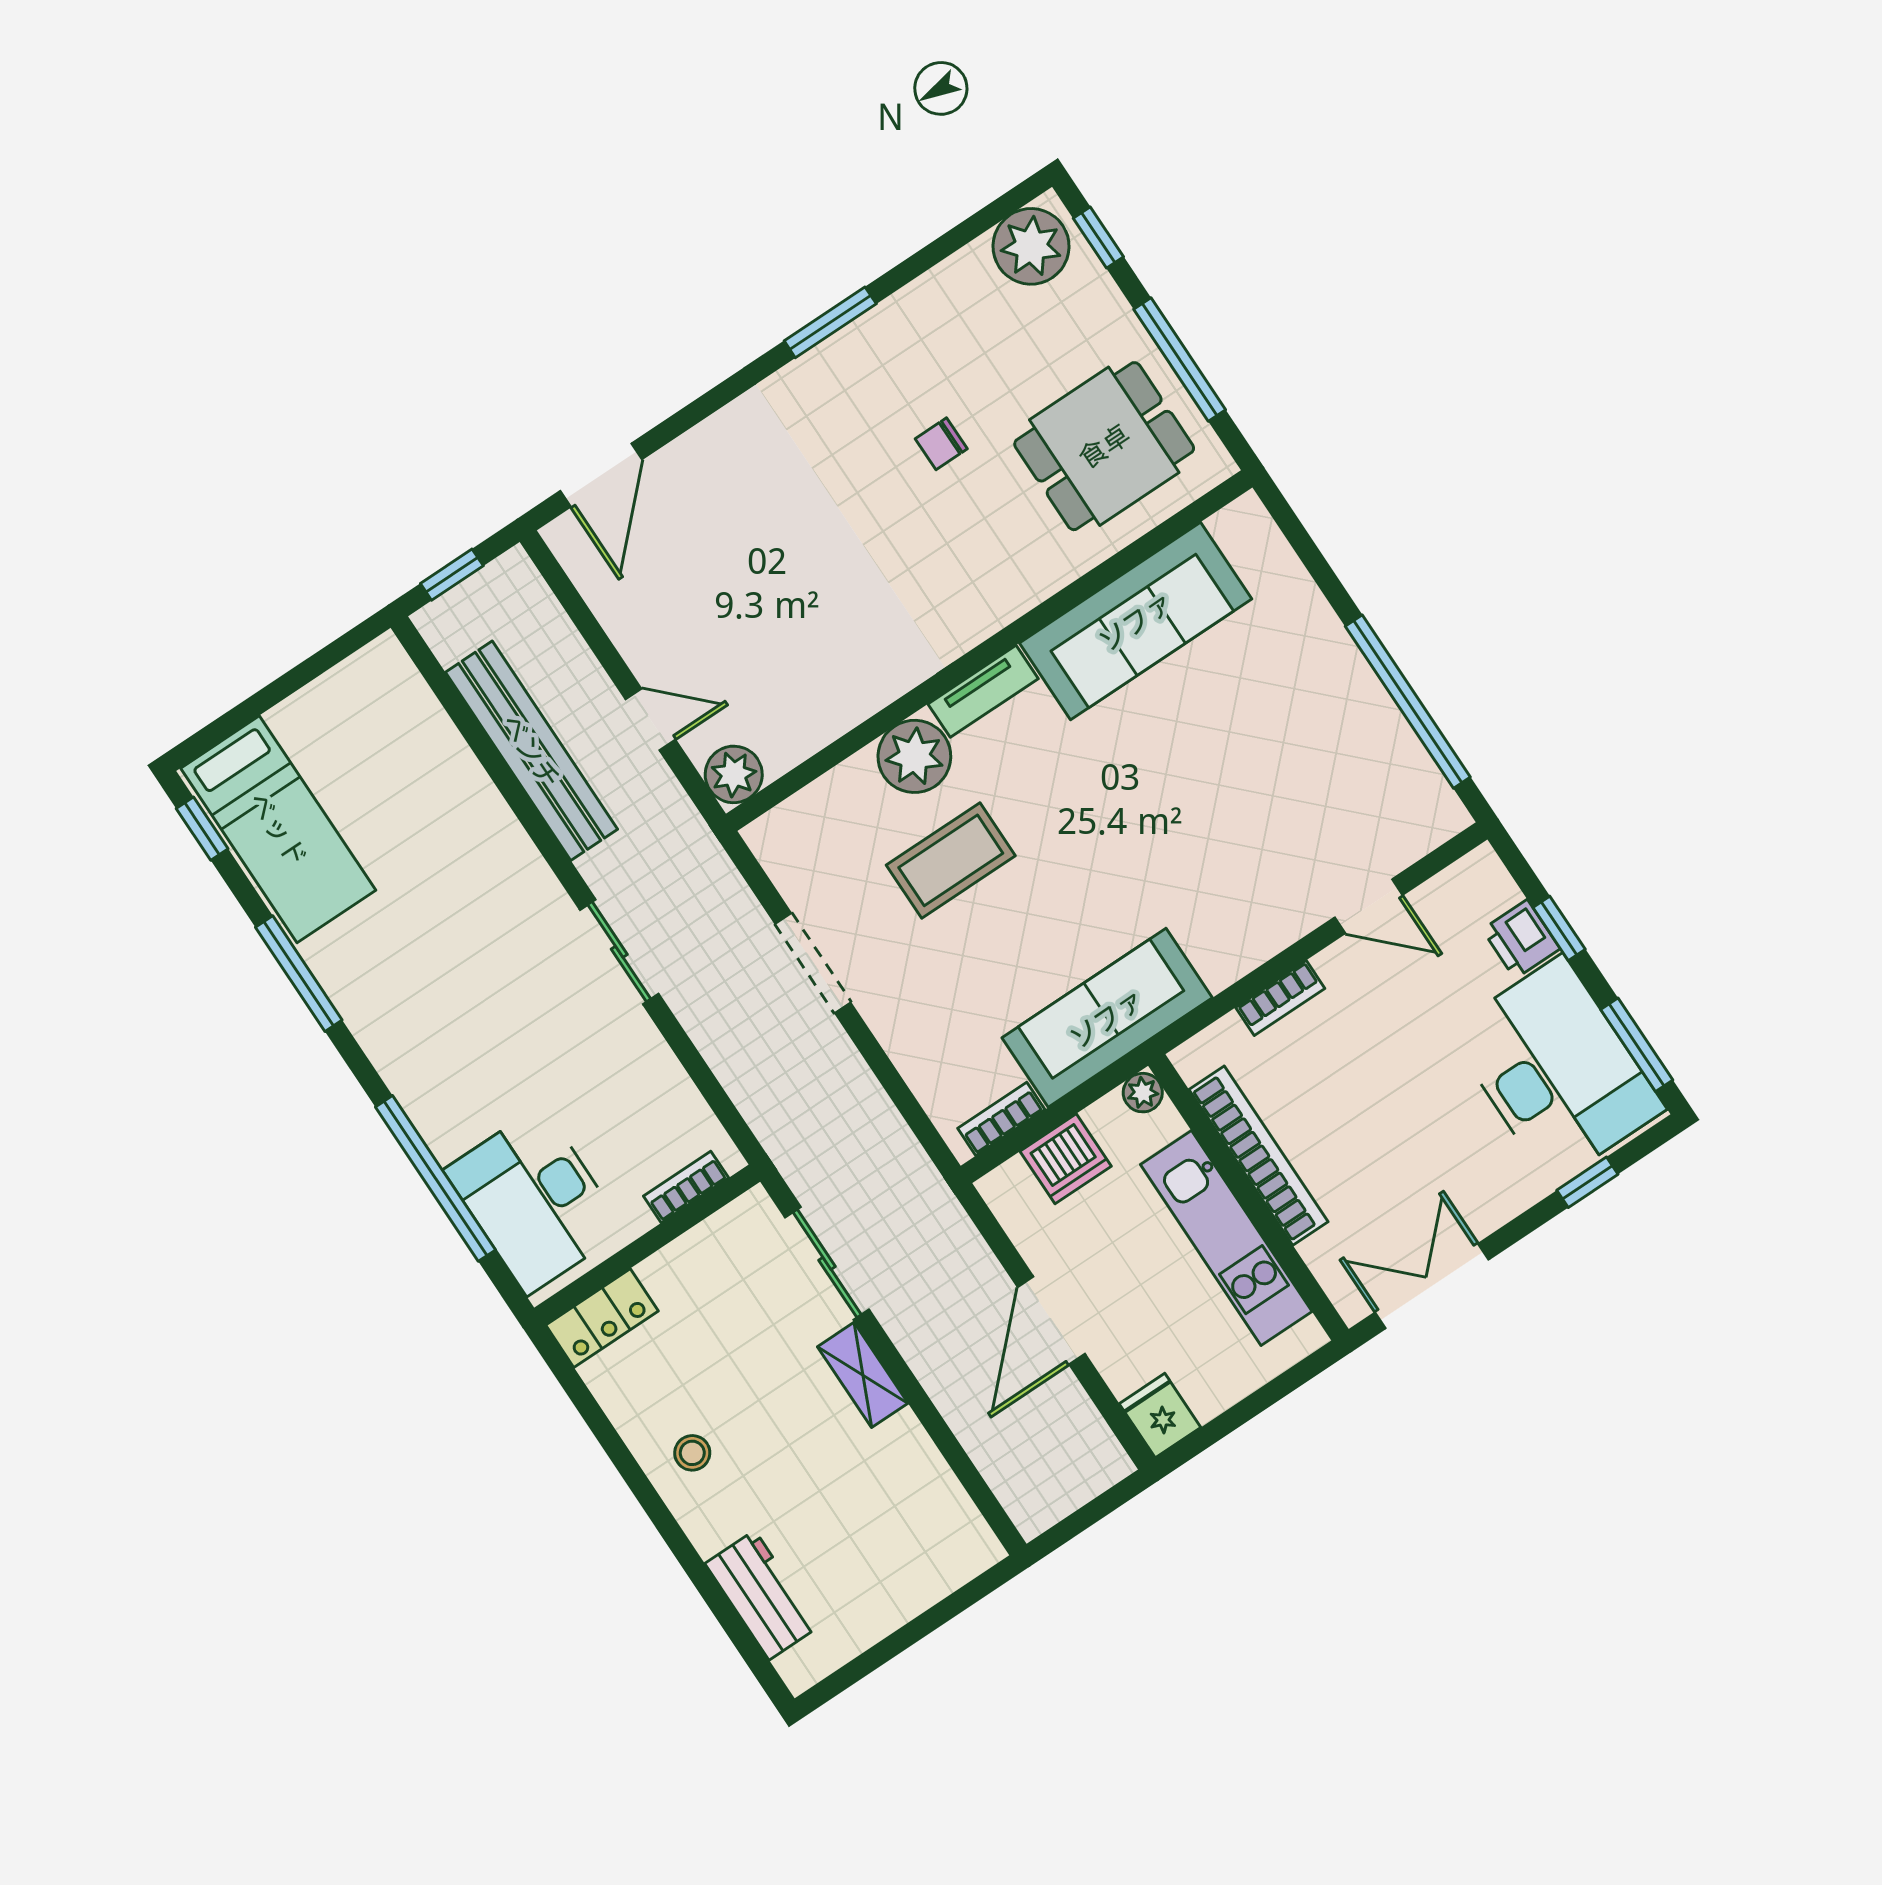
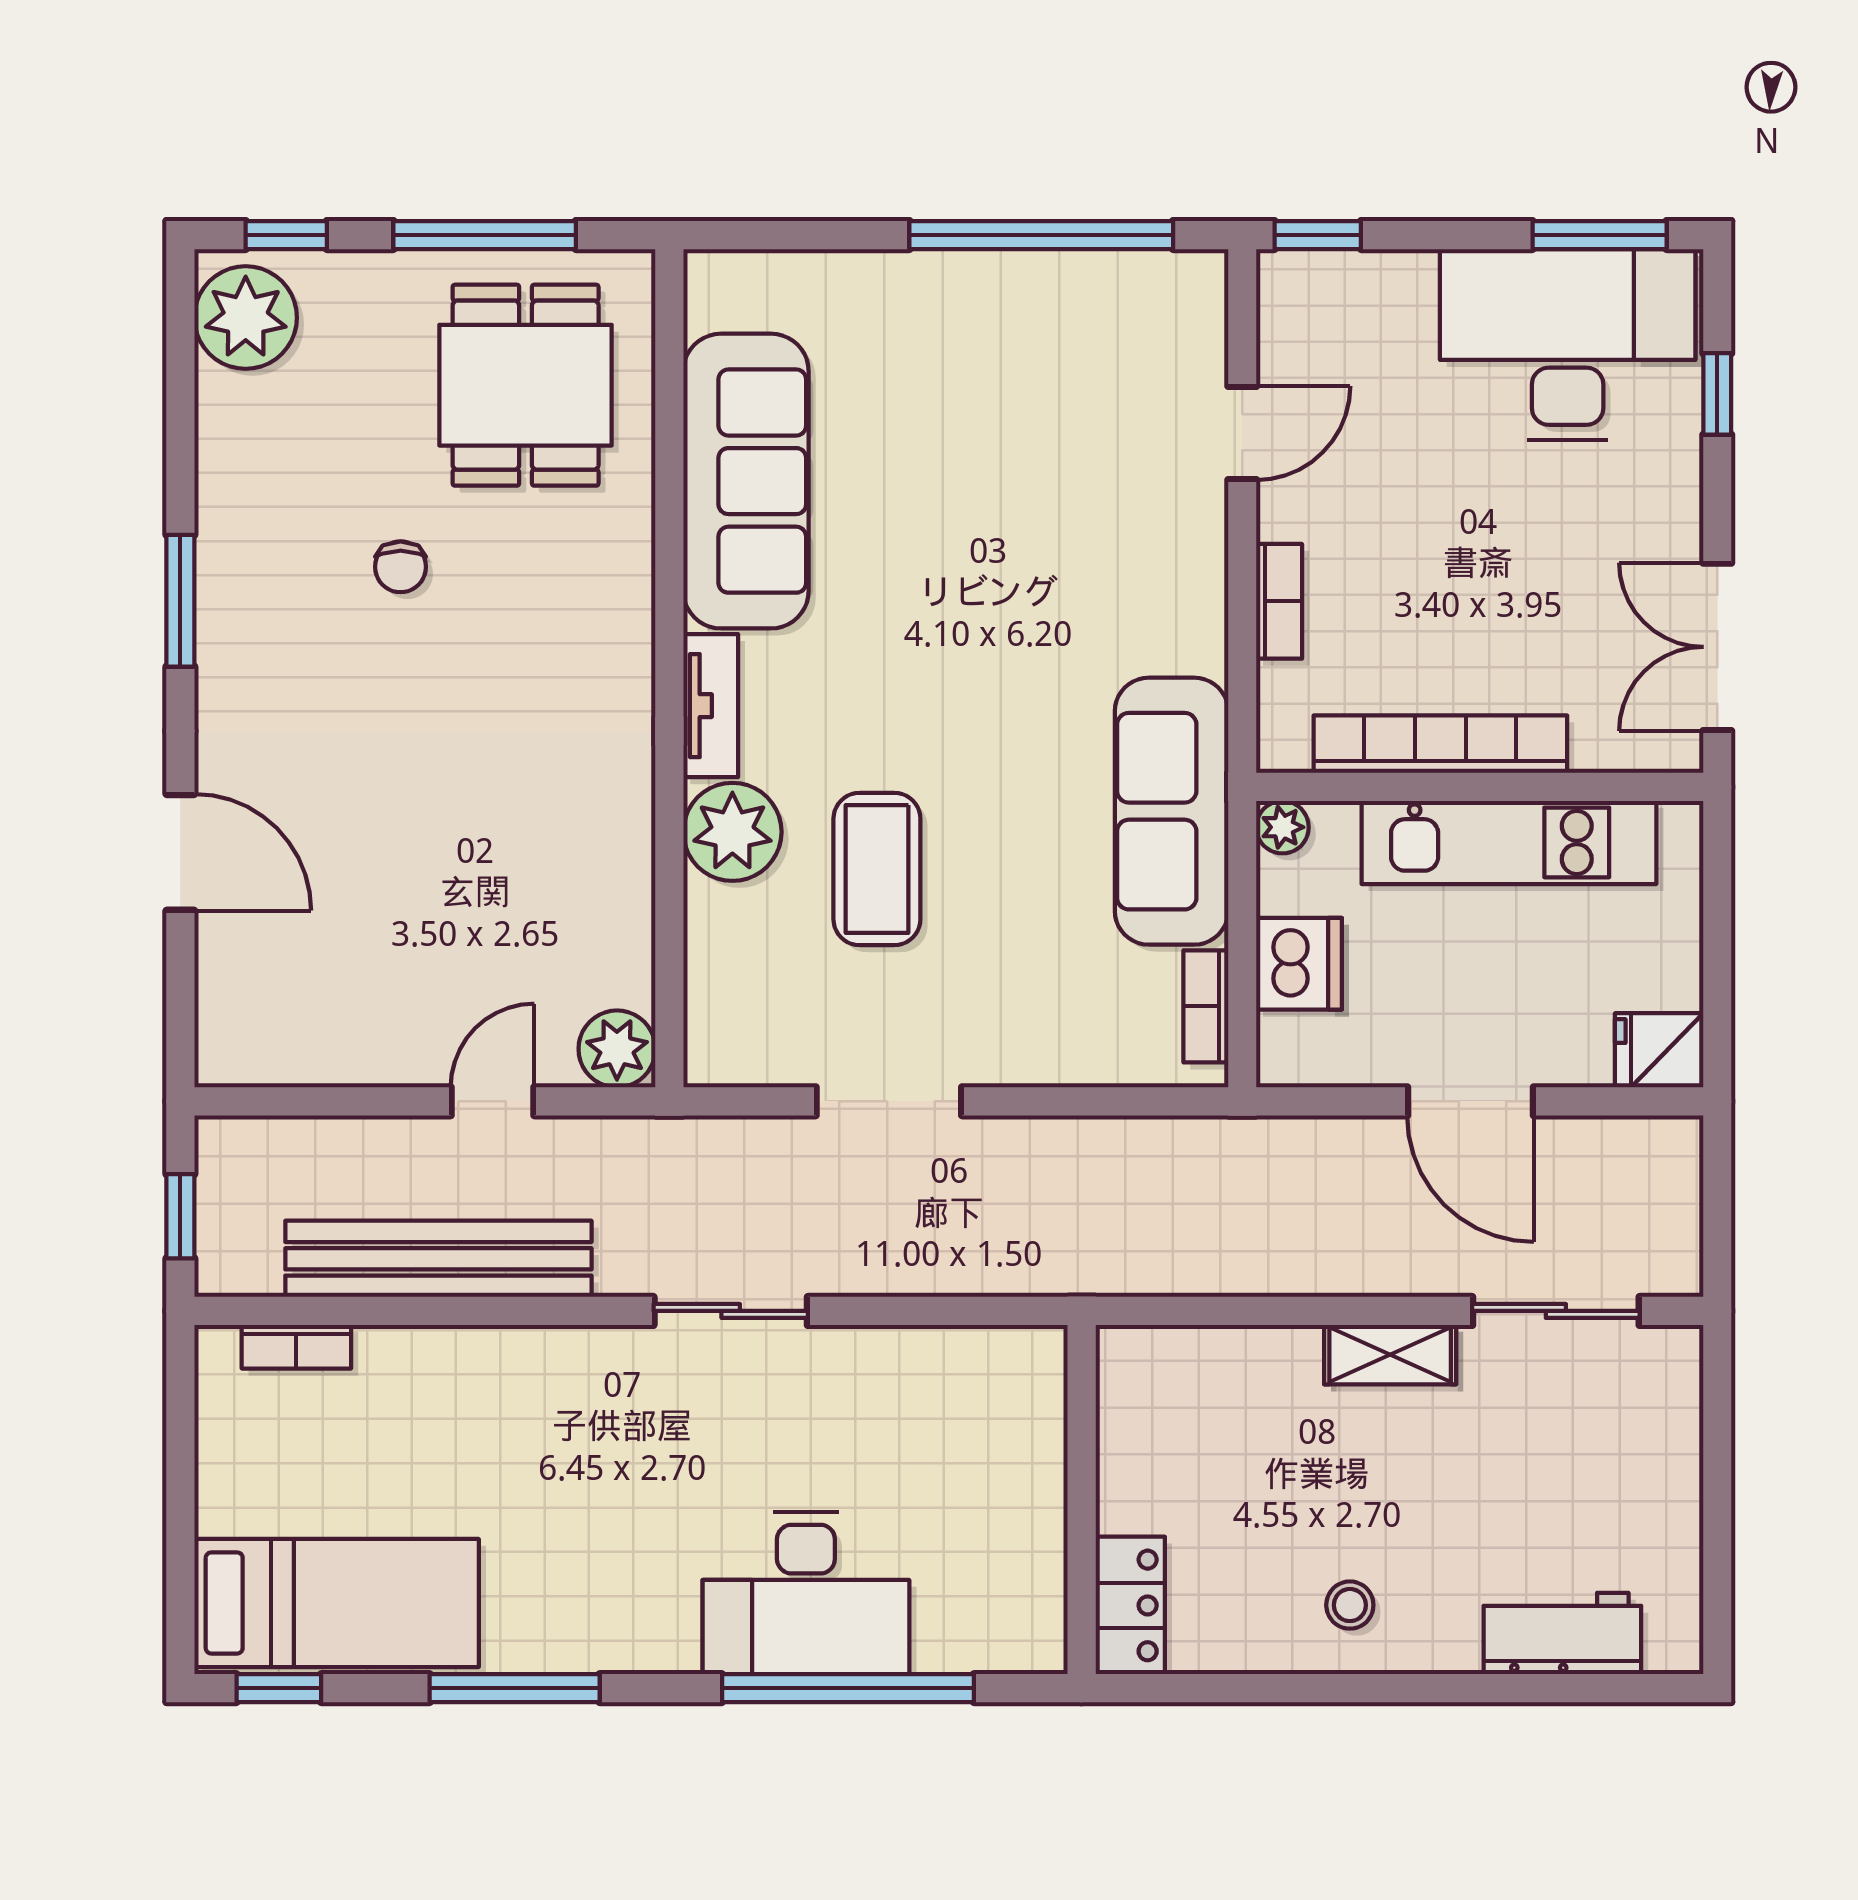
door: (601, 475) -> (180, 852), moved
window: (1559, 928) -> (1318, 235), moved
printer: (1521, 939) -> (1394, 286), removed
bookcase: (686, 1187) -> (296, 1347), moved, turned -90
desk: (535, 1200) -> (806, 1593), moved
sliding door: (827, 1263) -> (1556, 1311), moved

